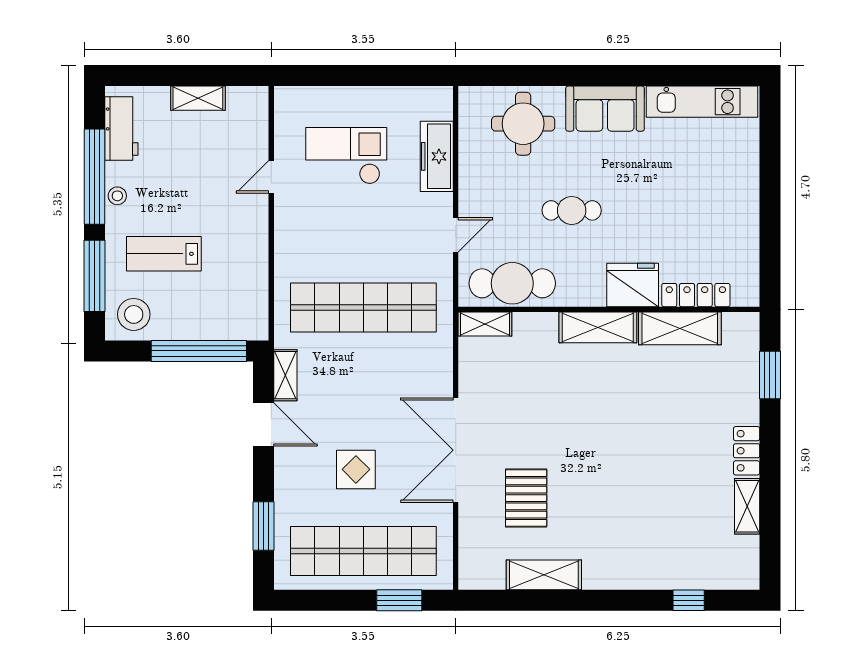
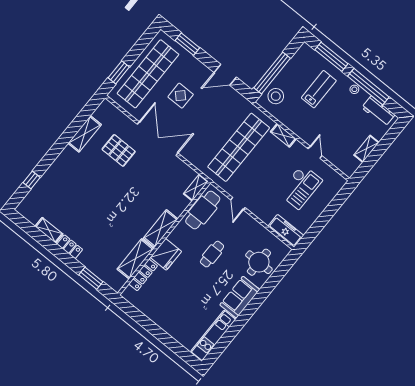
freezer: (437, 156) -> (286, 231), moved
stool: (134, 314) -> (276, 96), moved
shelving: (285, 375) -> (283, 135), moved

